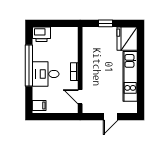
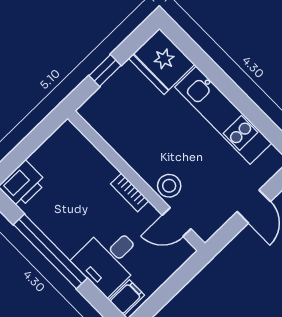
desk: (46, 74) -> (109, 259), moved
stool: (89, 82) -> (169, 186), added

